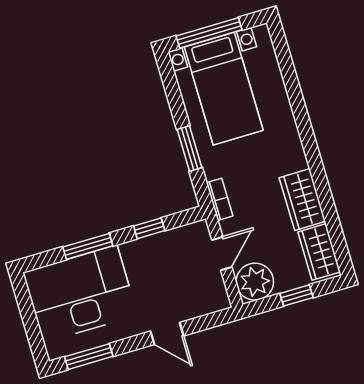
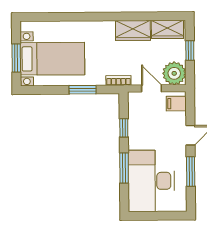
window: (209, 33) -> (16, 58), width x0.69
filing cabinet: (209, 298) -> (176, 104), added
window: (89, 357) -> (191, 171), moved

